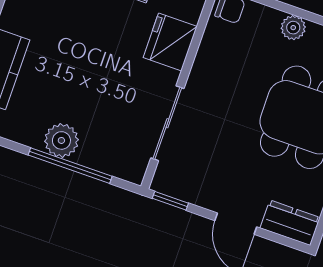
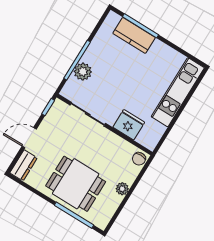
plant: (61, 140) -> (83, 72), moved

